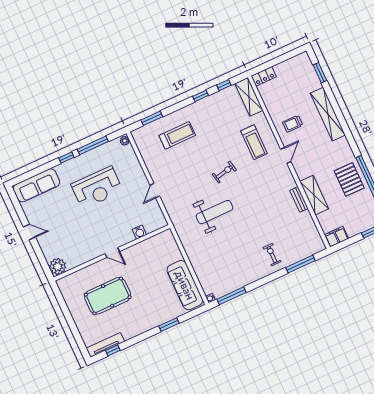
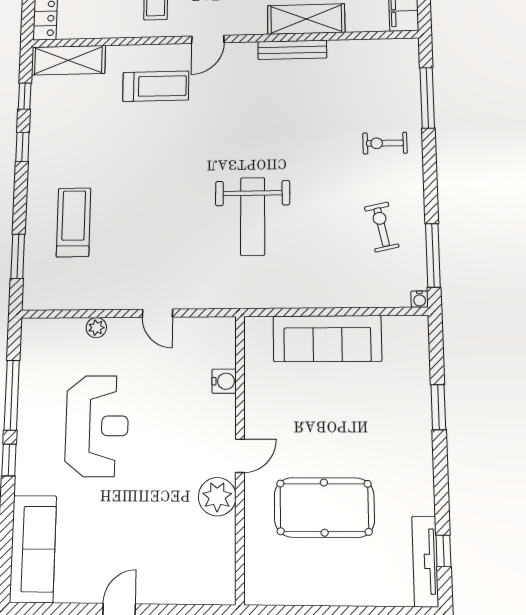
plant: (125, 141) -> (96, 328), moved
door: (286, 155) -> (208, 39), swing flipped
exercise bike: (224, 172) -> (382, 227), moved
bench: (299, 199) -> (292, 50), width x1.36
weight bench: (214, 212) -> (253, 216), turned 180
plant: (58, 267) -> (217, 497), moved
sofa: (185, 285) -> (327, 339), moved
pool table: (108, 296) -> (324, 508), turned 90

